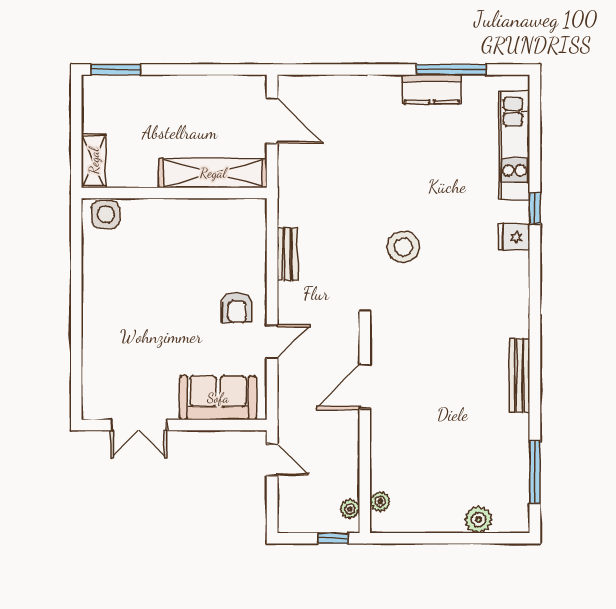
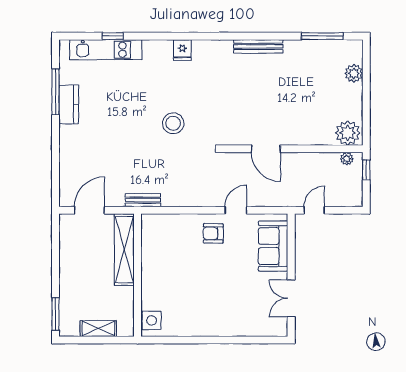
shelving: (94, 161) -> (98, 329), moved
window: (535, 208) -> (113, 36), moved
fridge: (514, 237) -> (182, 50), moved
bench: (287, 254) -> (143, 200), moved
armchair: (237, 307) -> (213, 233), turned 180
door: (272, 342) -> (236, 210), hinge flipped
double door: (139, 425) -> (291, 298), swing flipped
plant: (380, 502) -> (348, 133), width x1.88, depth x1.88

